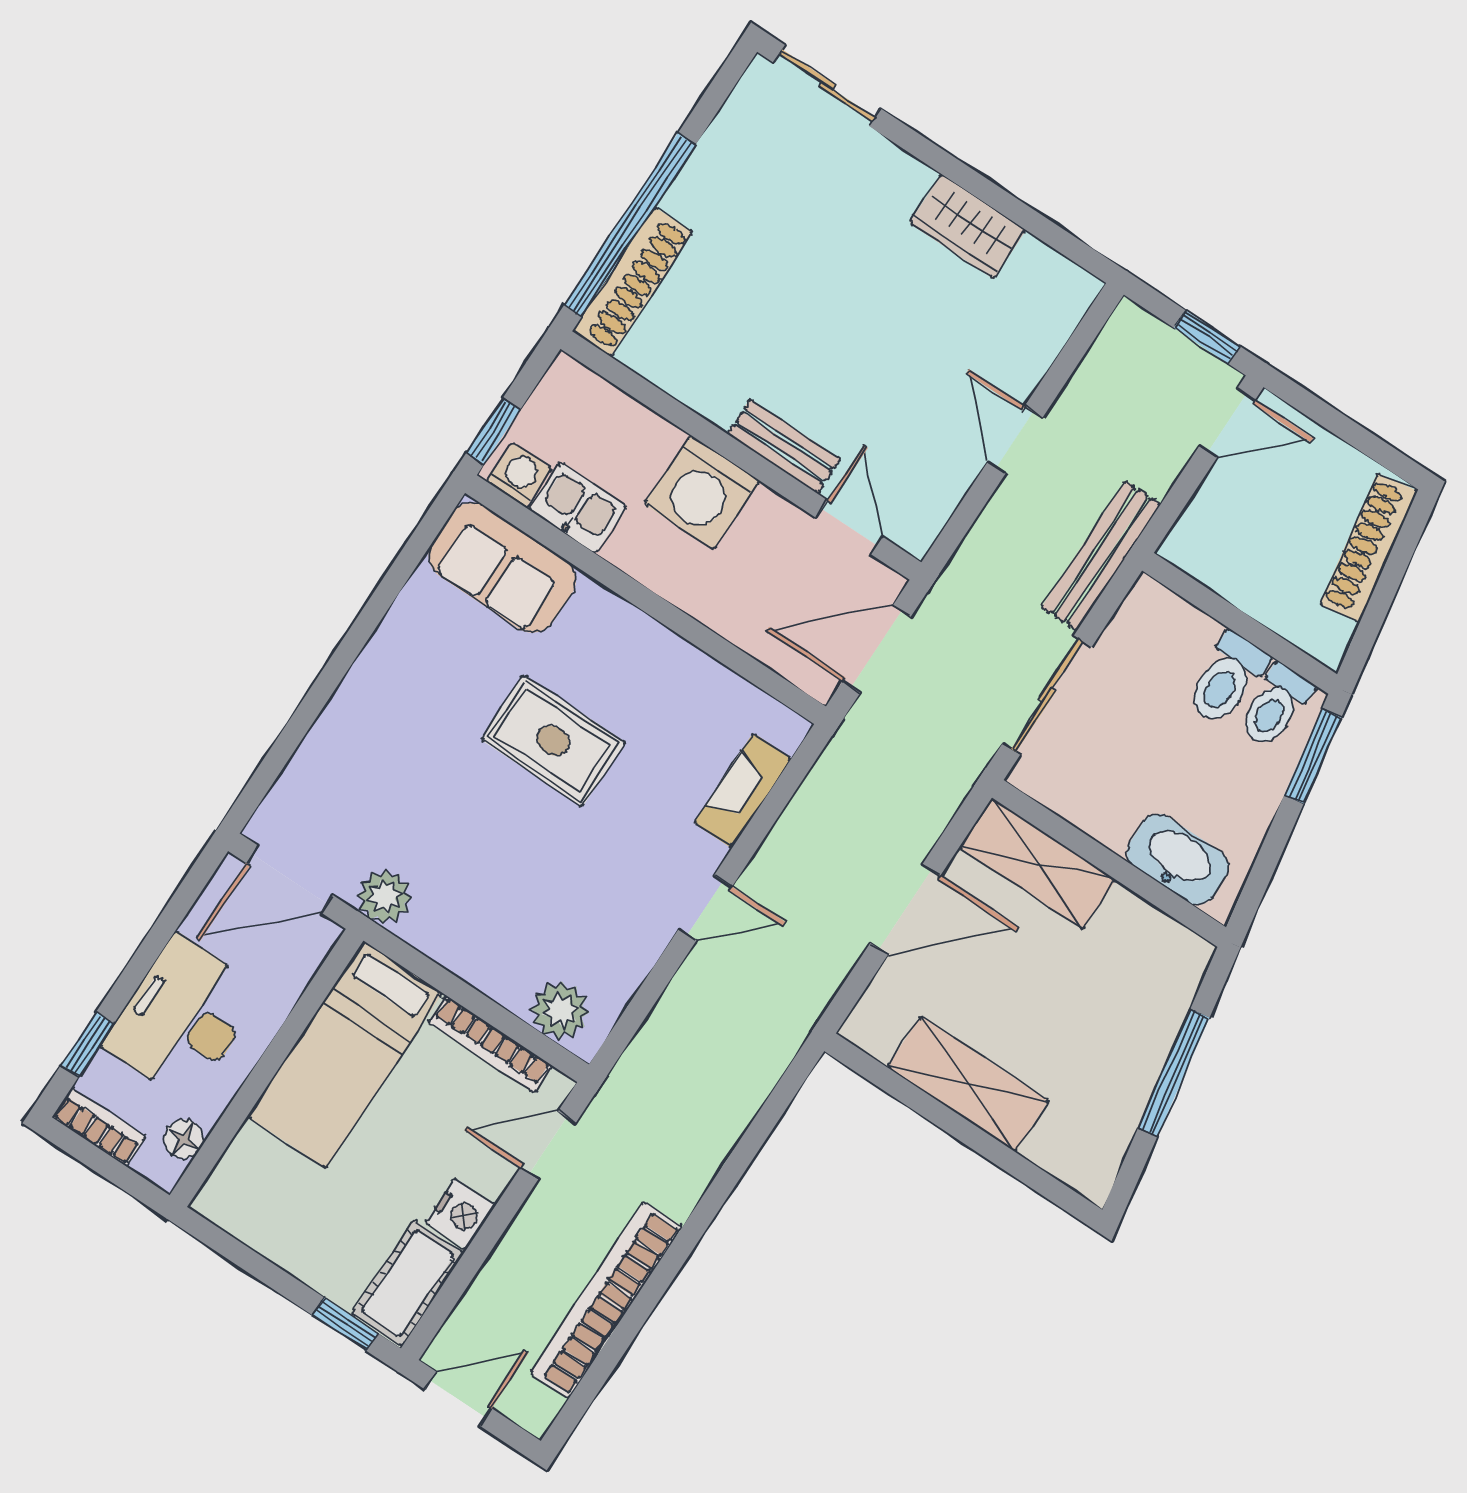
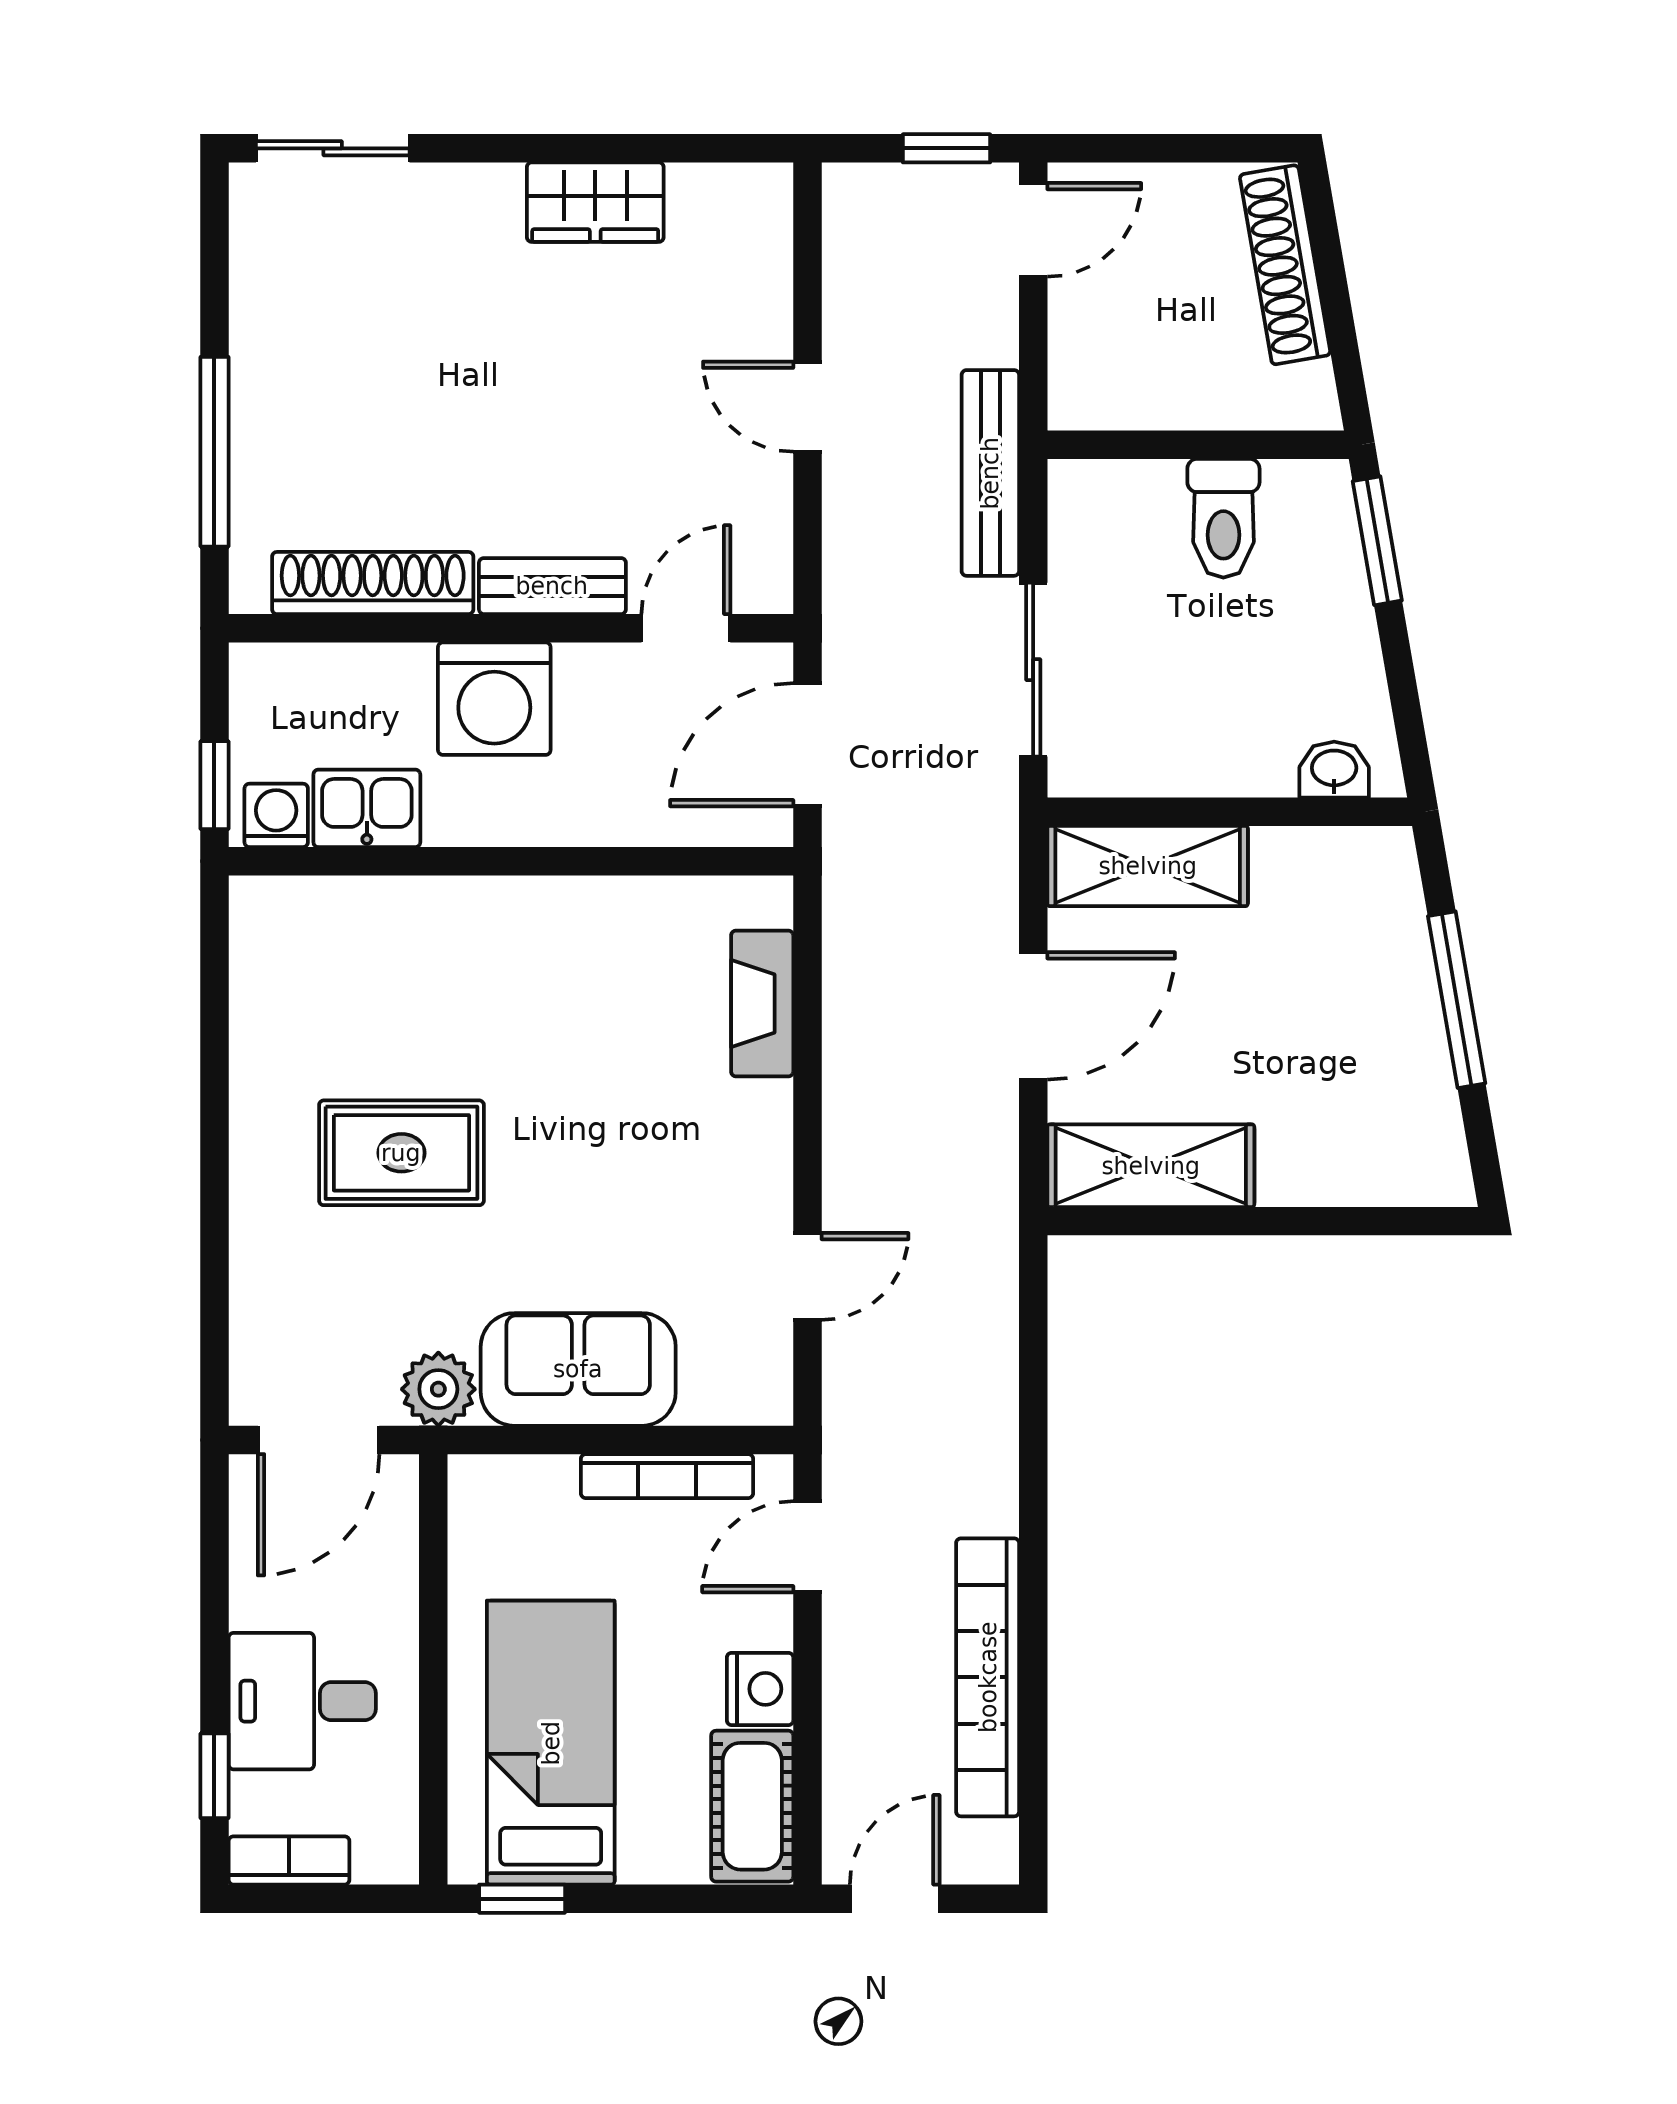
window: (630, 225) -> (214, 452), width x0.68
shoe rack: (632, 282) -> (373, 583), moved, turned -90
door: (849, 527) -> (686, 628), hinge flipped
sofa: (502, 568) -> (578, 1369), moved, turned 180
toilet: (1275, 706) -> (1298, 513), removed
rug: (553, 741) -> (401, 1153), moved
washbasin: (1178, 859) -> (1334, 770), width x0.52, depth x0.69
door: (705, 908) -> (807, 1276), moved
plant: (560, 1011) -> (721, 1386), removed
desk: (183, 1018) -> (302, 1701), width x0.73
bed: (345, 1055) -> (551, 1743), moved, turned 180
shelving: (968, 1084) -> (1151, 1166), moved
floor lamp: (184, 1139) -> (393, 1811), removed
window: (345, 1324) -> (522, 1899), moved

